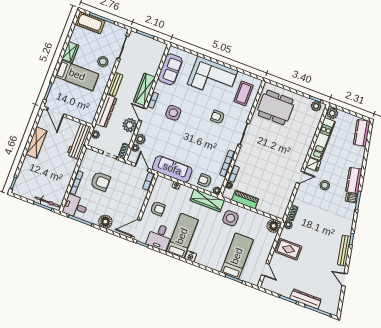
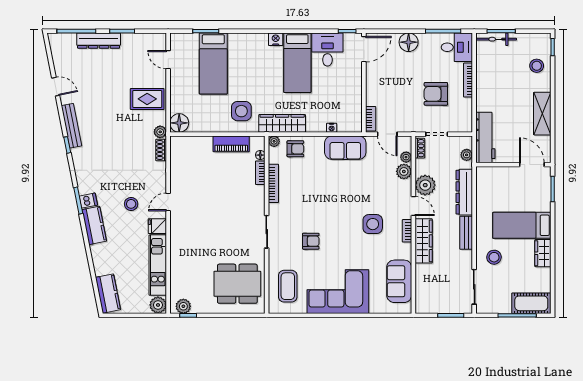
sofa: (172, 169) -> (345, 148), width x0.73
stool: (28, 175) -> (537, 66), added
armchair: (158, 209) -> (344, 87), removed

